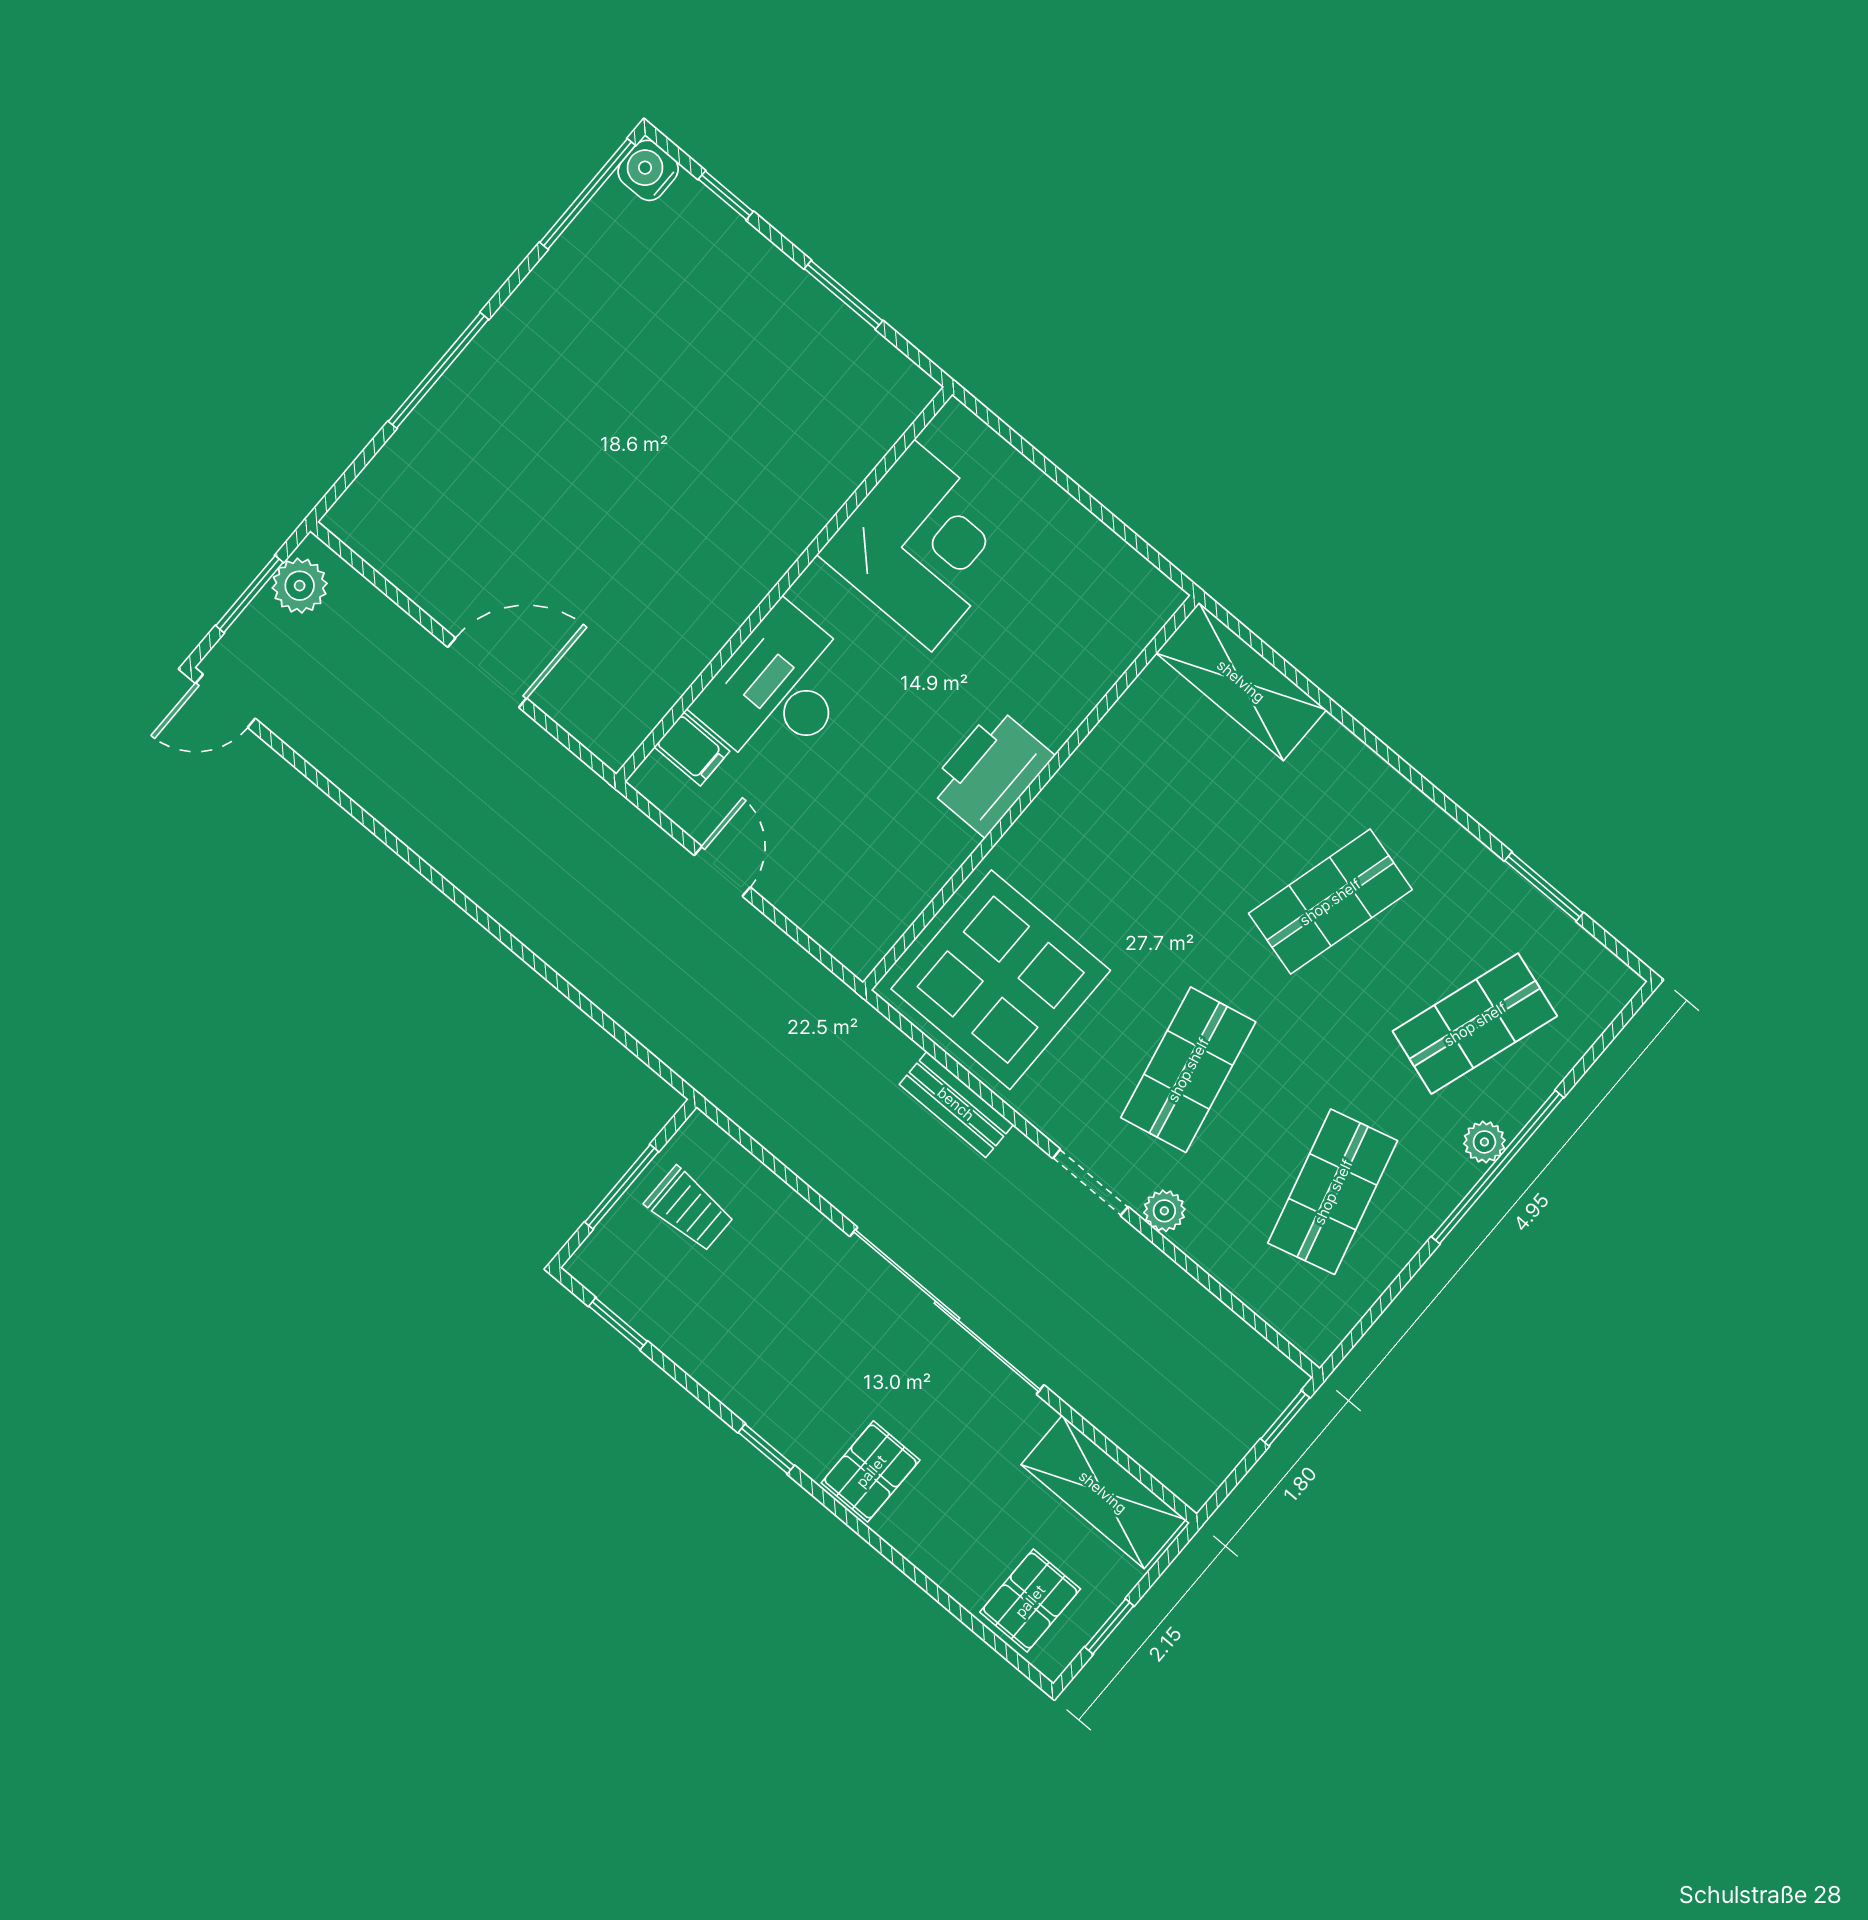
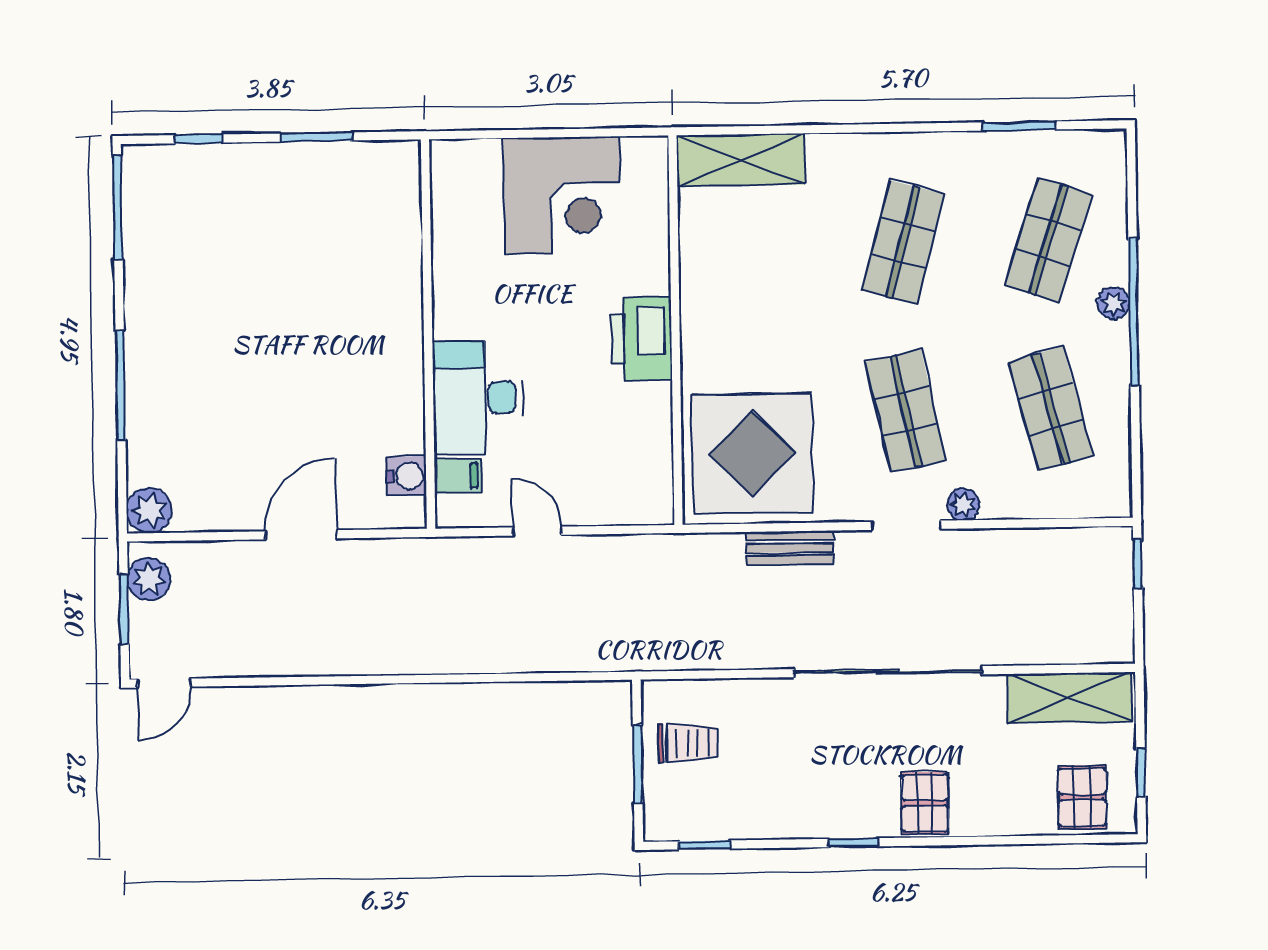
water cooler: (648, 170) -> (406, 476), moved, turned 180
plant: (359, 519) -> (149, 511), added
corner desk: (923, 546) -> (562, 195), moved, turned 90

